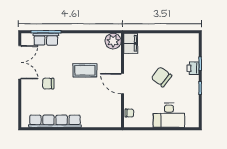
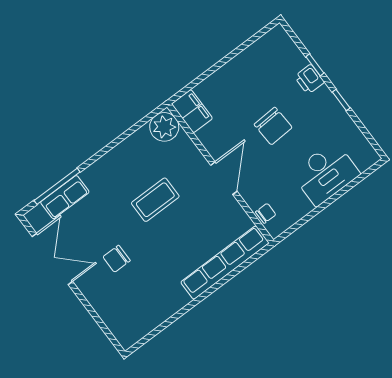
chair: (162, 77) -> (273, 126), turned -130
door: (122, 84) -> (224, 178), swing flipped
row of seats: (55, 121) -> (225, 263), moved

